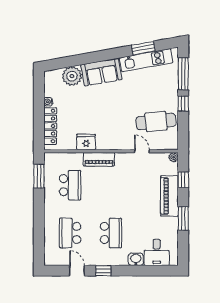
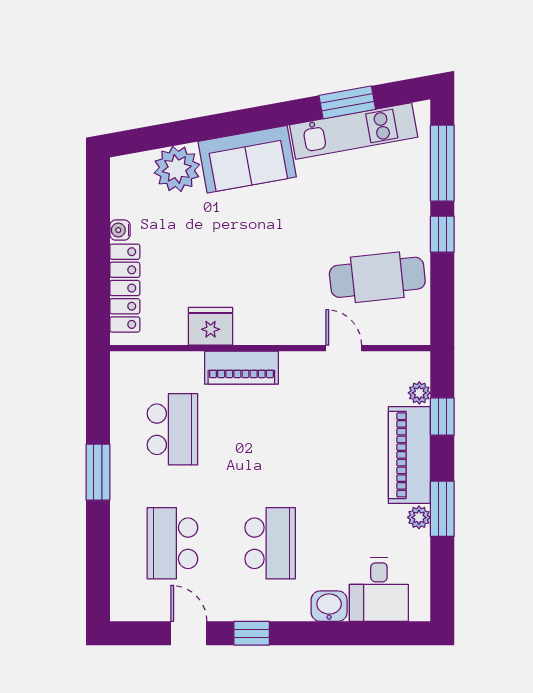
plant: (174, 157) -> (419, 393), moved
window: (39, 176) -> (98, 472), moved
plant: (173, 222) -> (419, 517), added

